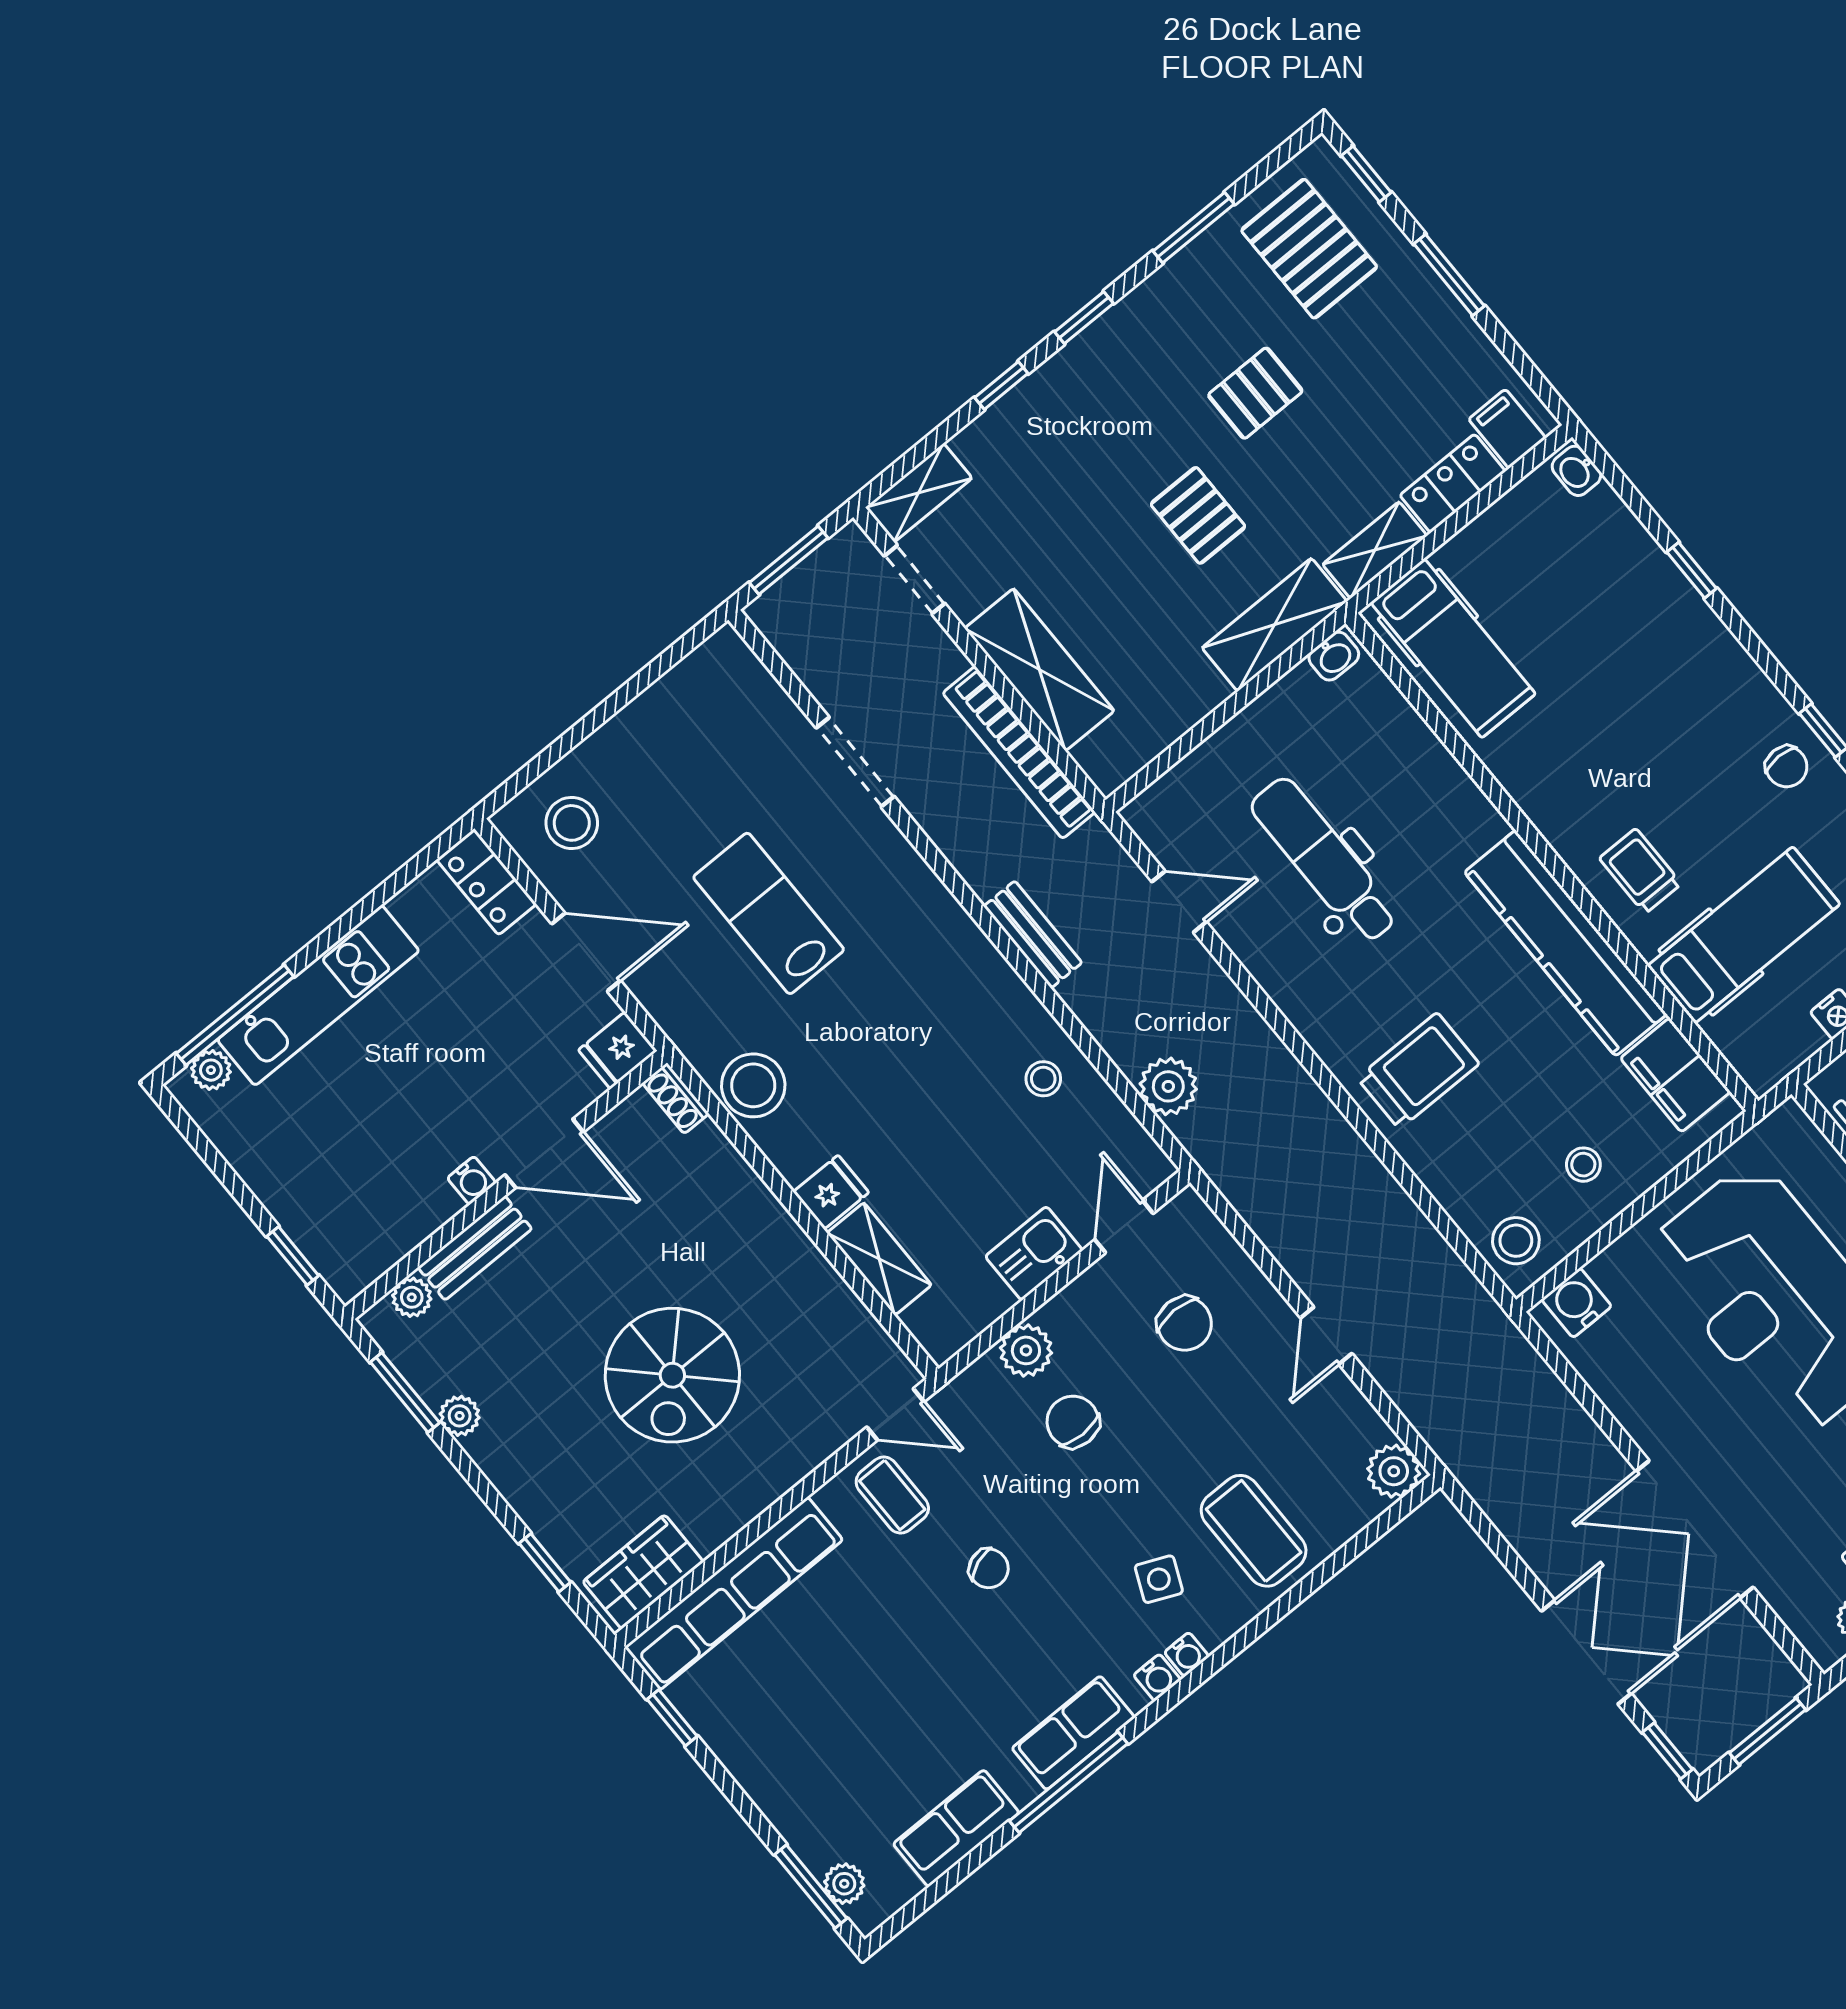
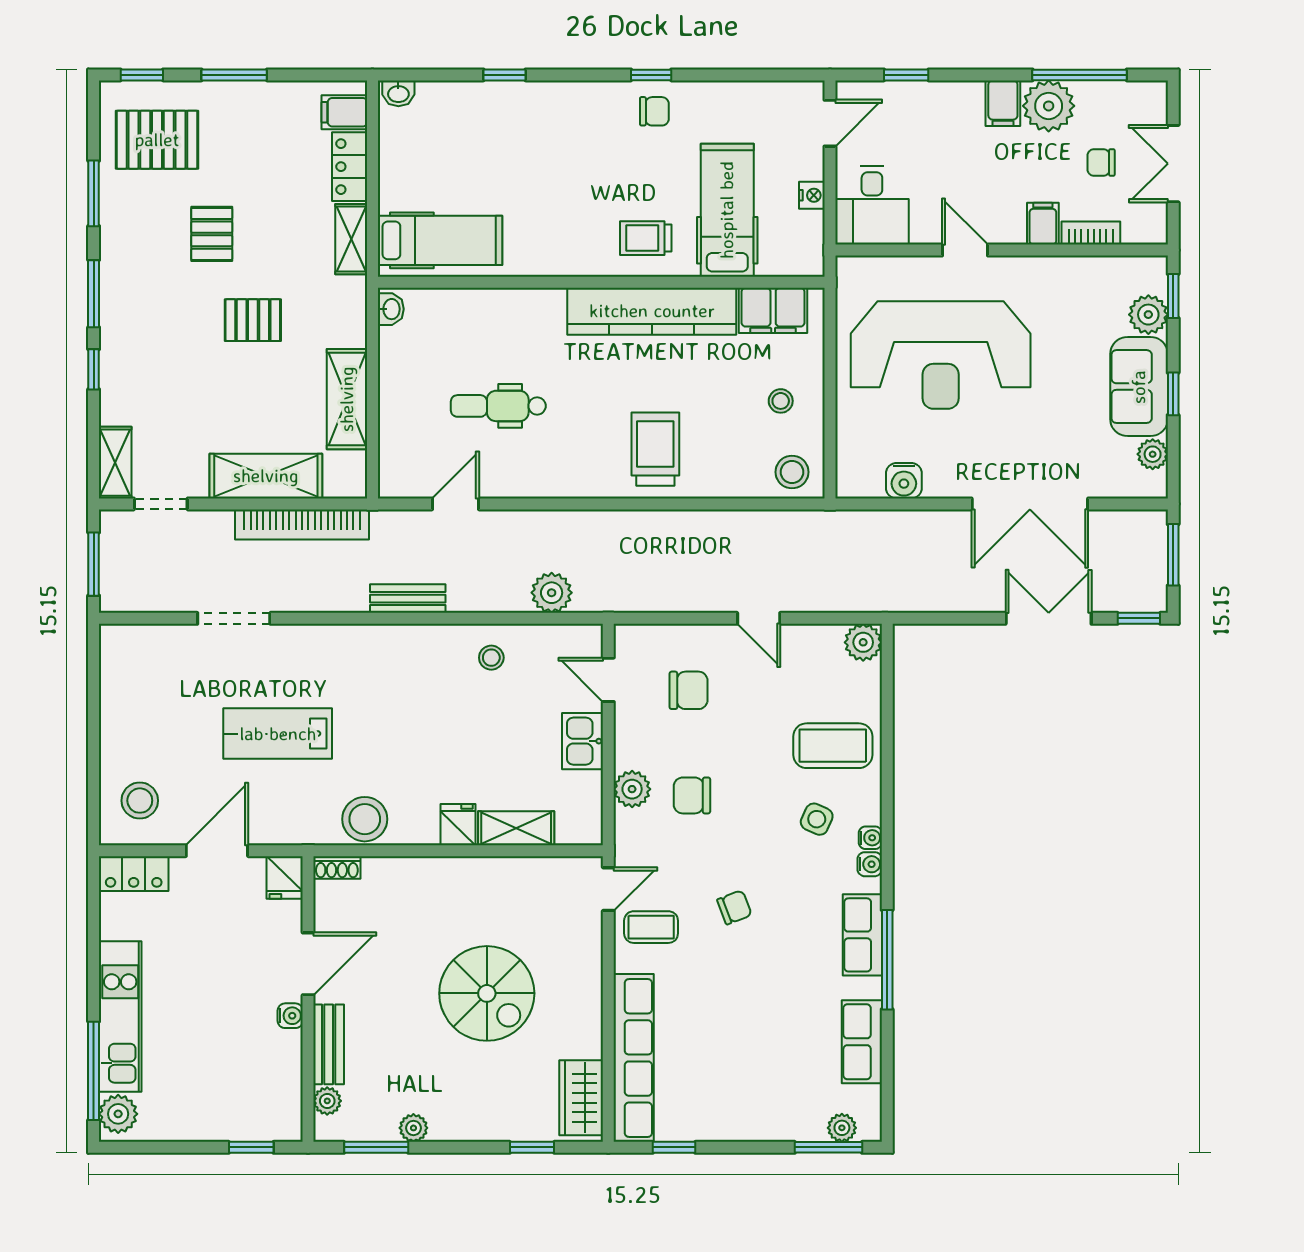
window: (1084, 318) -> (94, 294), width x1.50
shelving: (1275, 625) -> (347, 399), moved
dental chair: (1324, 861) -> (498, 406), width x0.73, depth x0.72
plant: (211, 1070) -> (118, 1114), width x1.38, depth x1.38
water cooler: (1577, 1303) -> (904, 481), moved, turned -90

